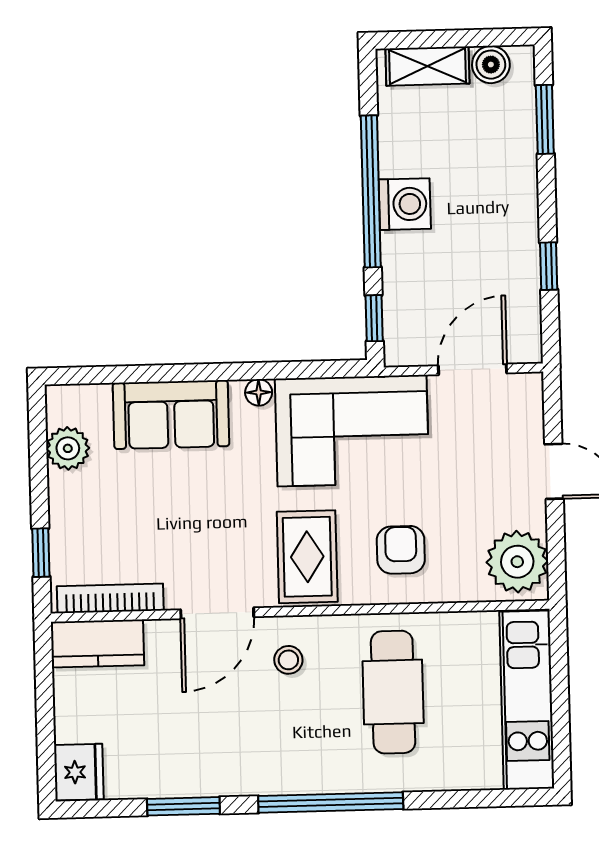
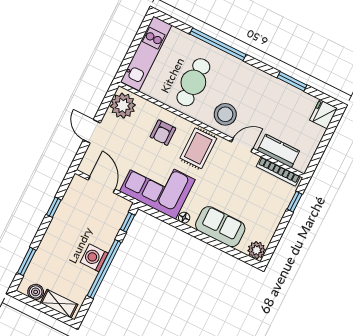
door: (472, 369) -> (102, 184), swing flipped
plant: (68, 448) -> (257, 250), moved
door: (217, 613) -> (242, 145), width x0.73
kitchen counter: (97, 644) -> (278, 151), moved
stool: (288, 660) -> (225, 114), width x1.89, depth x1.89
window: (331, 803) -> (218, 44), moved

